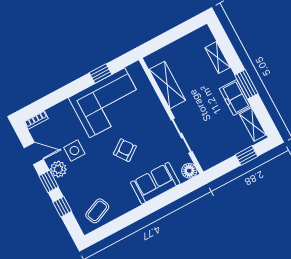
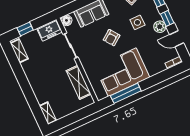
shelving: (218, 58) -> (48, 113), moved
window: (101, 73) -> (126, 93), width x2.17
window: (246, 84) -> (22, 80), removed
freezer: (235, 98) -> (49, 30), moved, turned 90
side table: (74, 151) -> (137, 22), moved

